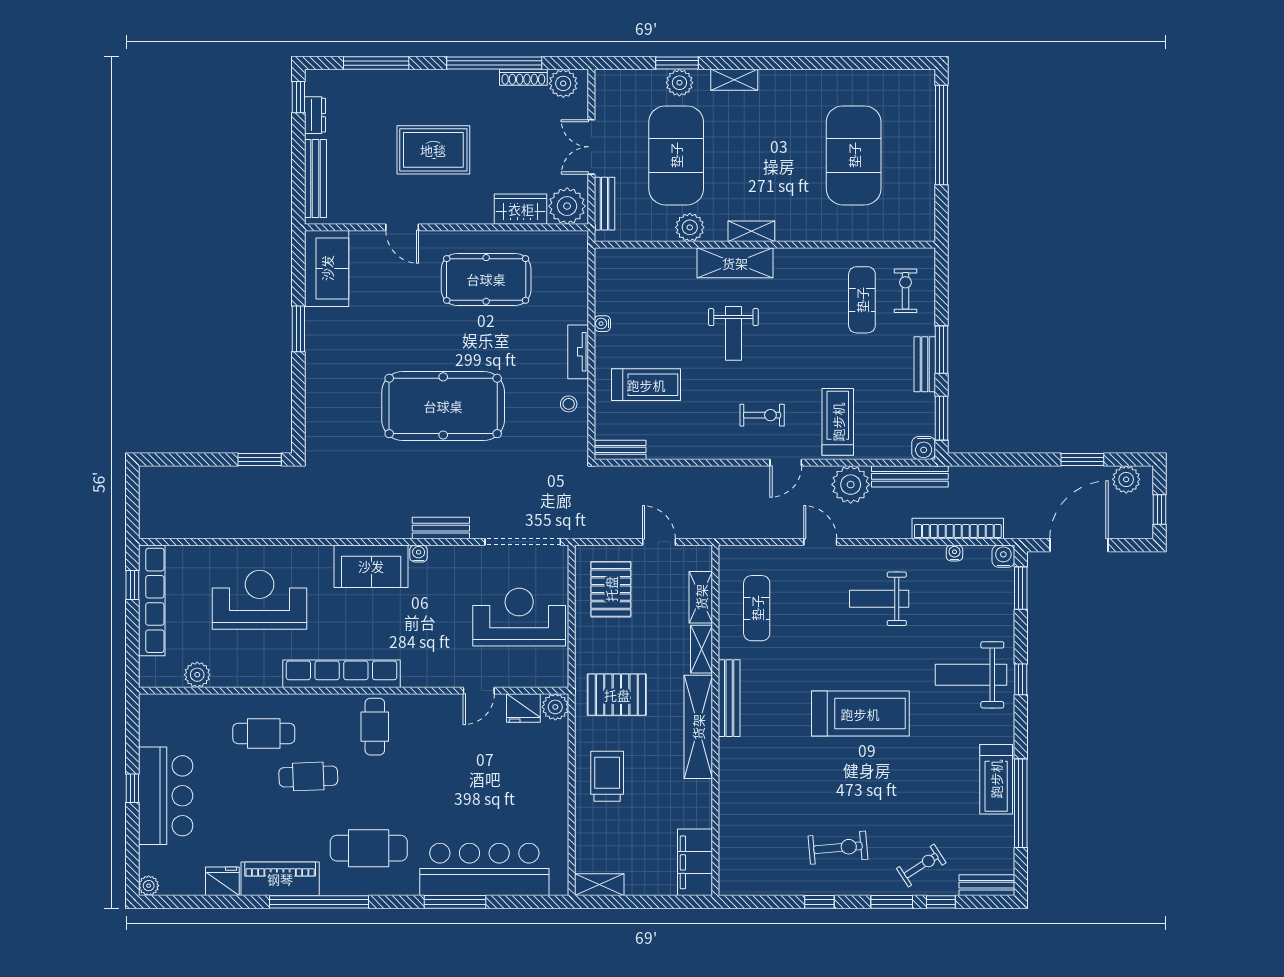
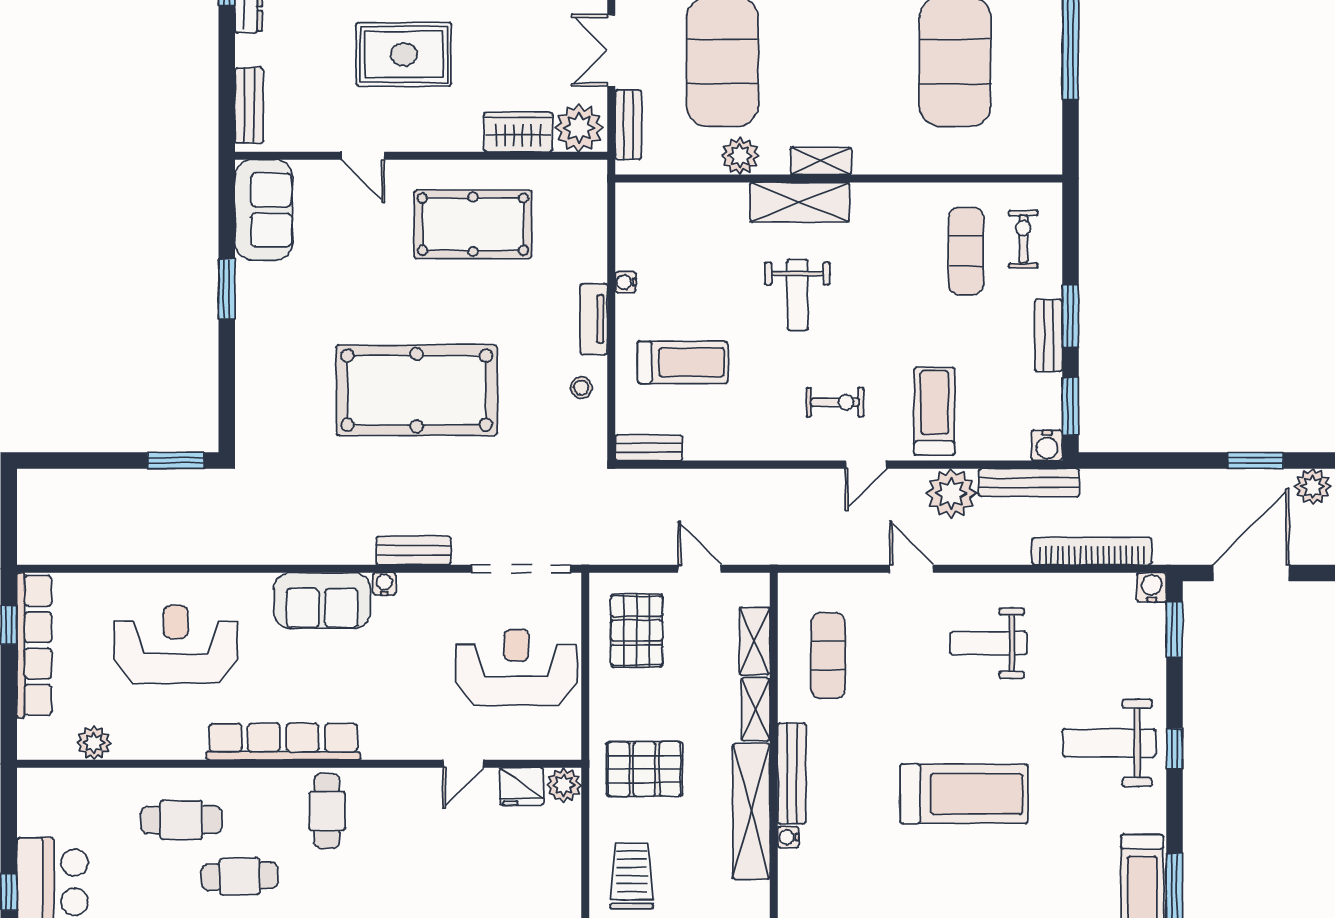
bench: (315, 178) -> (249, 105), width x0.73
water cooler: (954, 553) -> (788, 837), moved, turned -90

